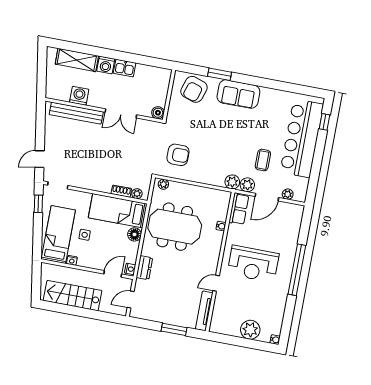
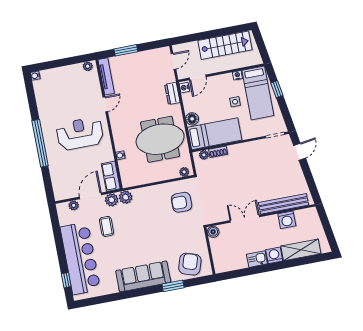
sofa: (238, 94) -> (143, 276), width x1.36
window: (38, 204) -> (277, 89), moved
plant: (250, 330) -> (88, 66), moved, width x0.53, depth x0.53

